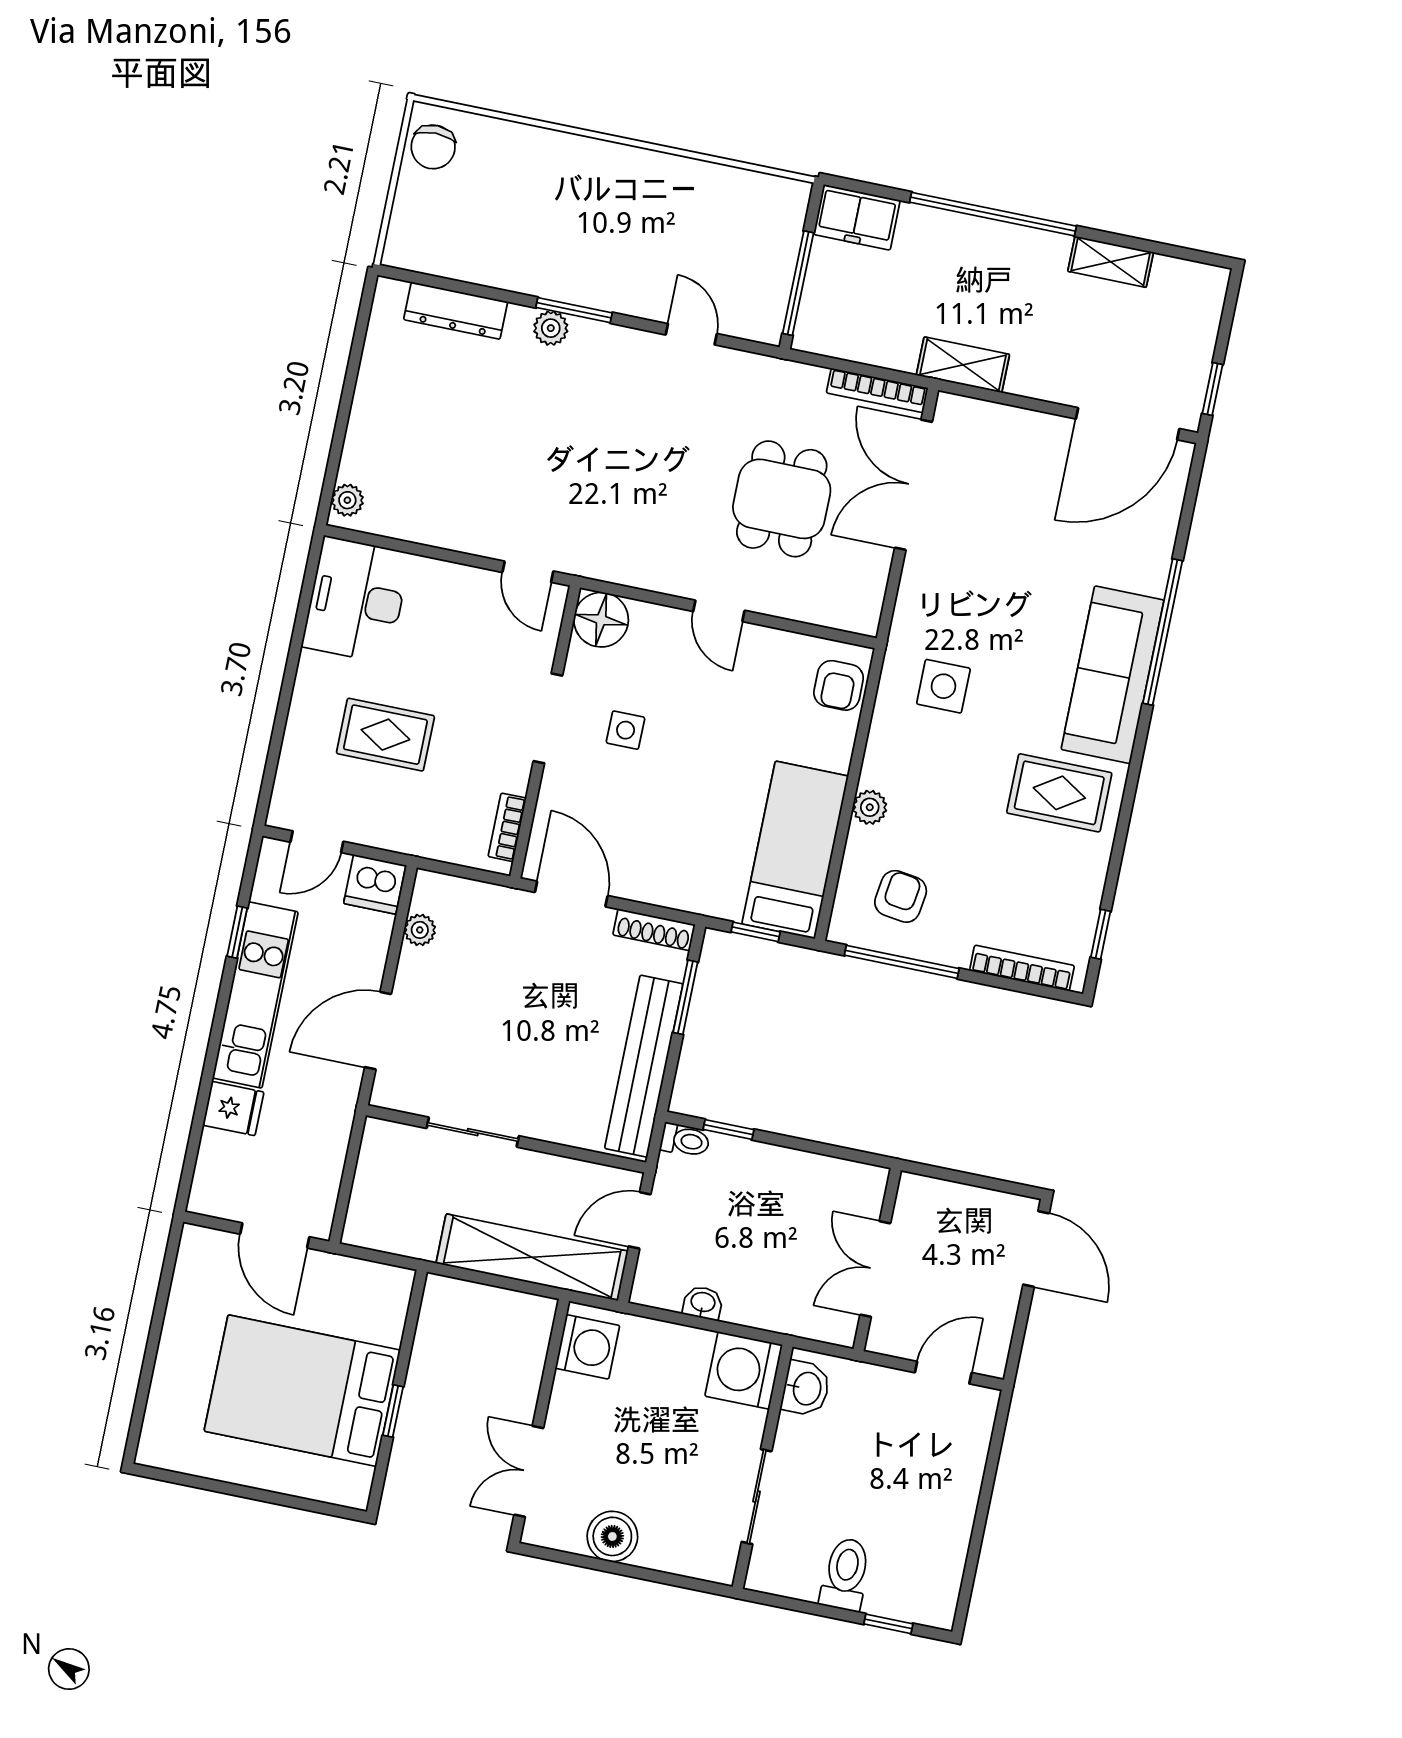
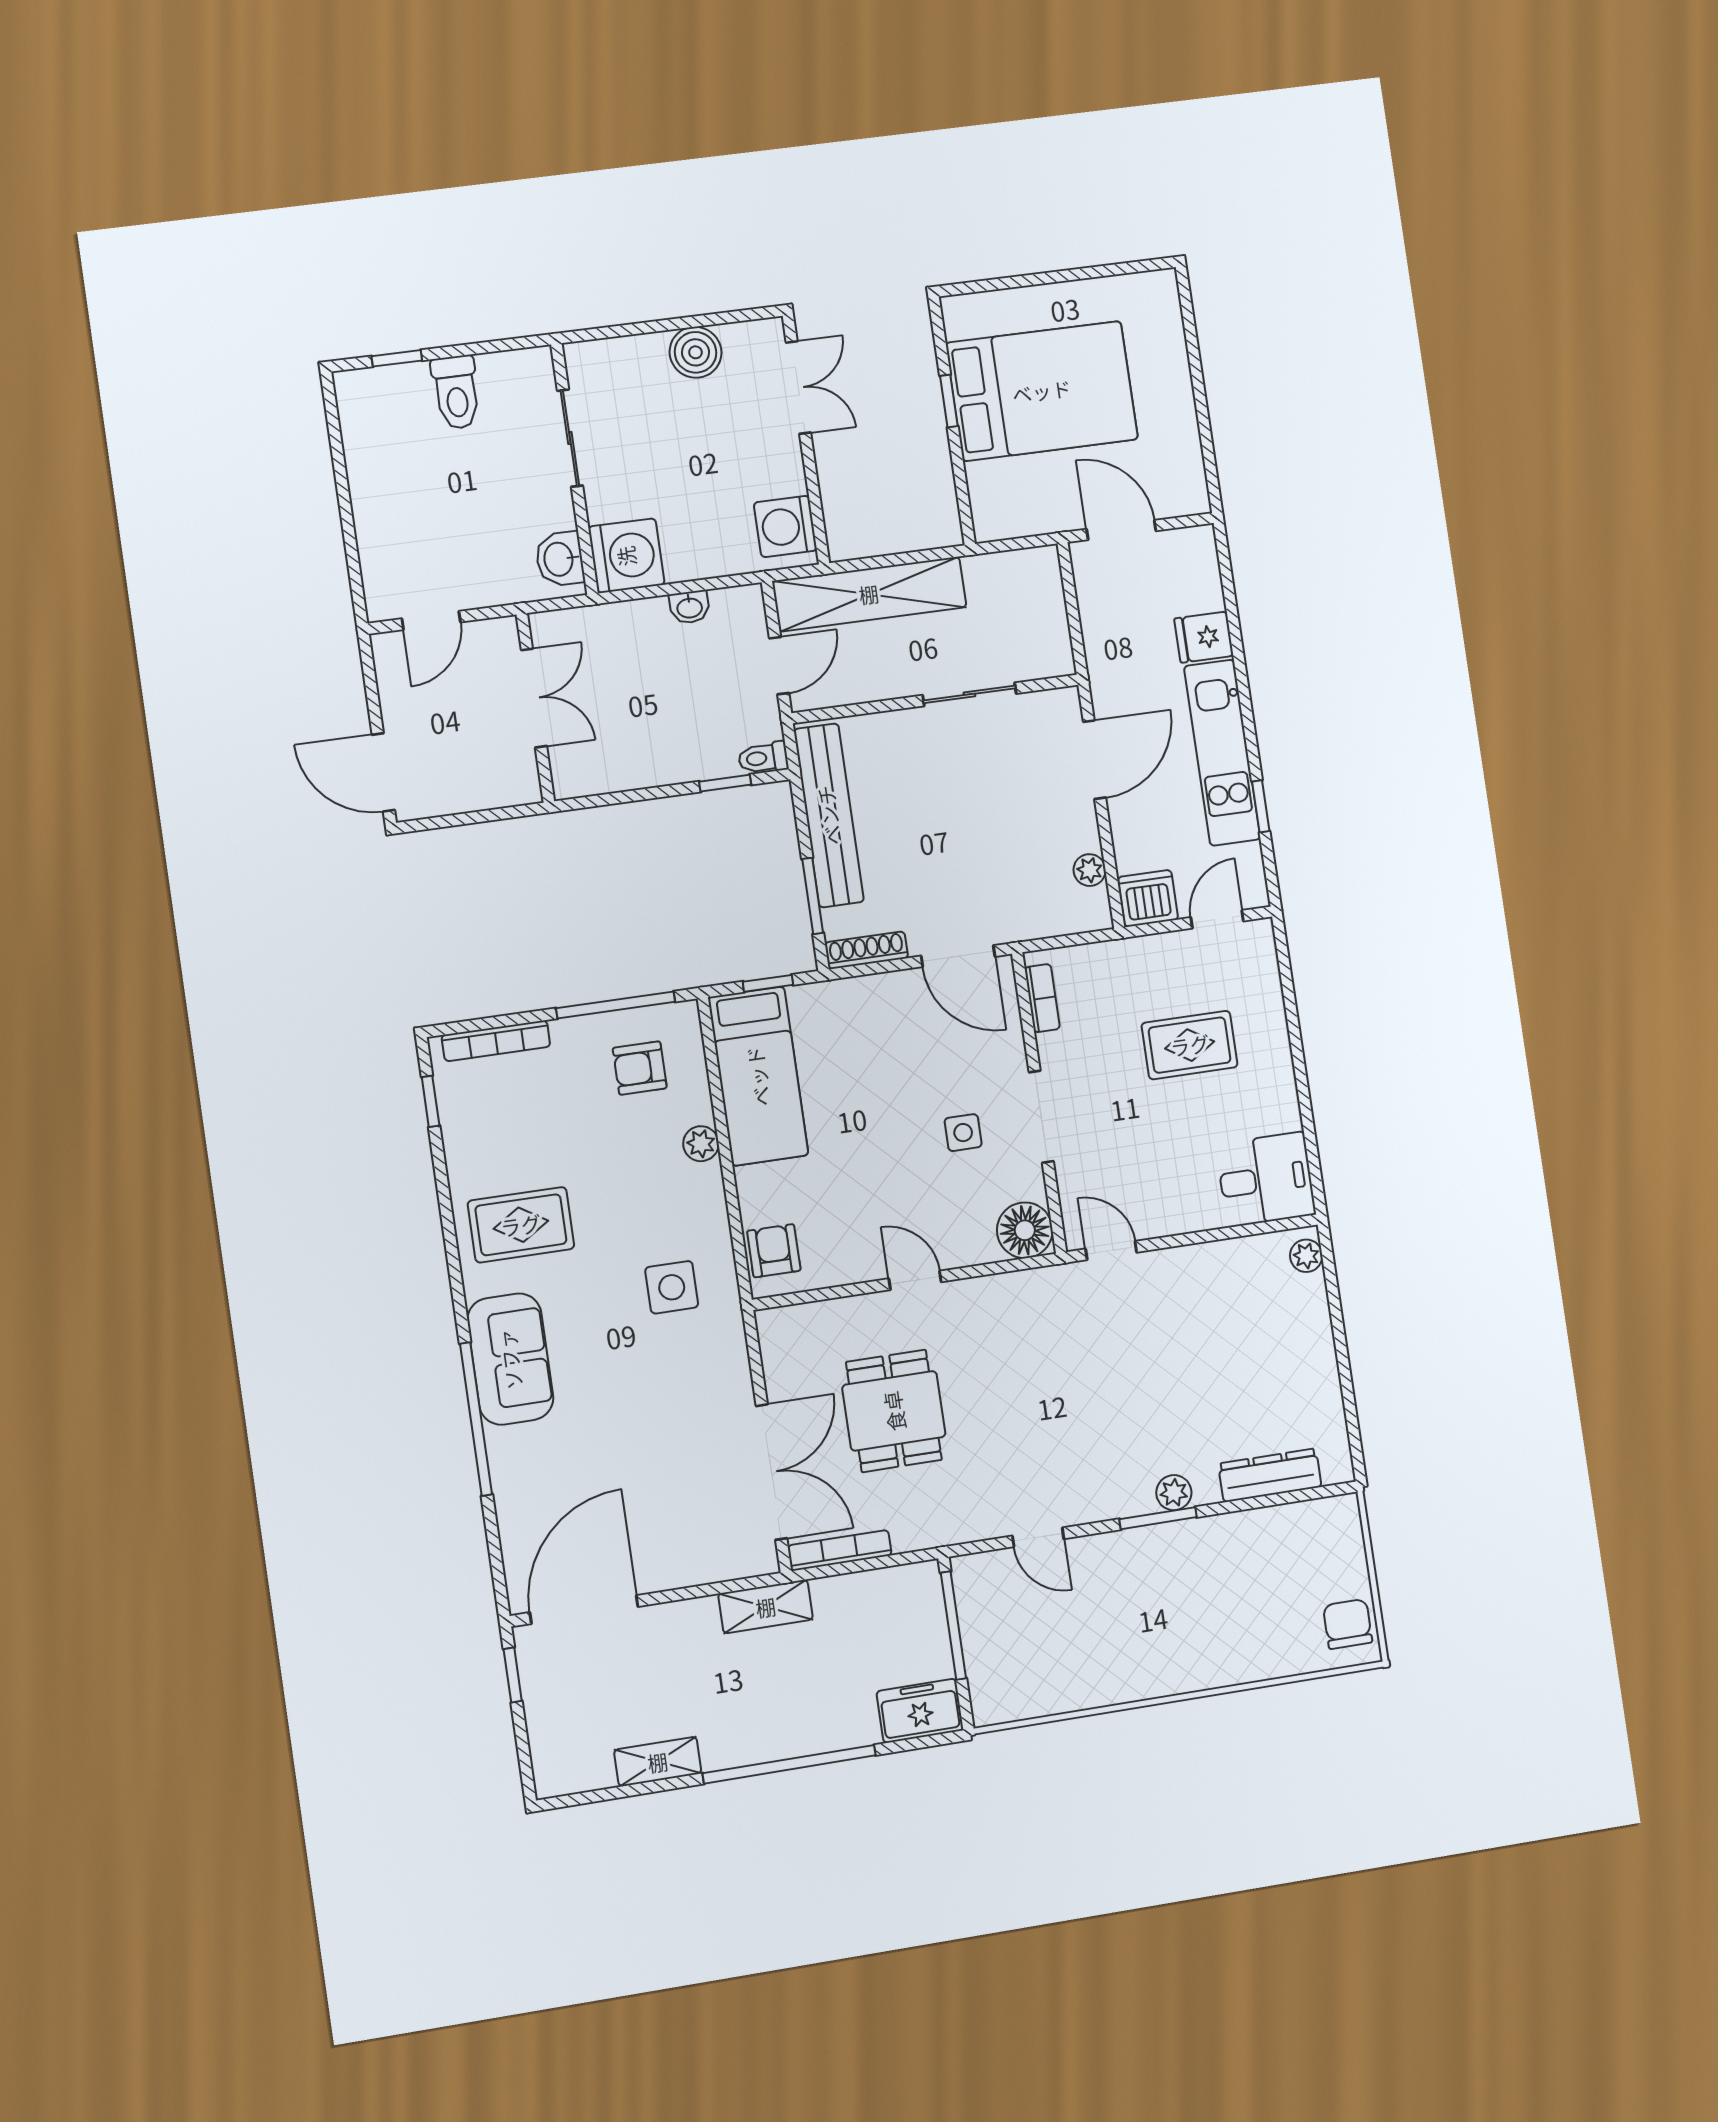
desk: (356, 600) -> (1266, 1179), width x0.73
sofa: (1113, 675) -> (510, 1359), width x0.73
armchair: (901, 896) -> (640, 1068), turned 82

